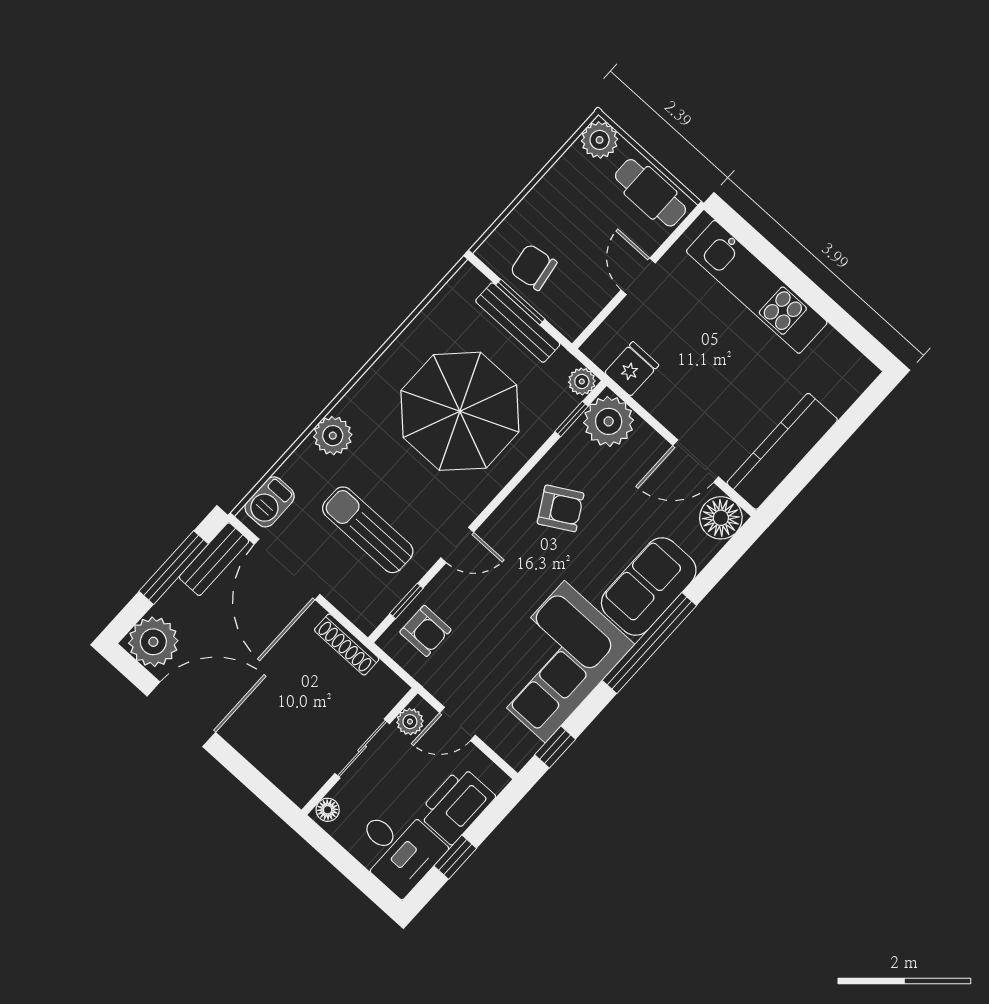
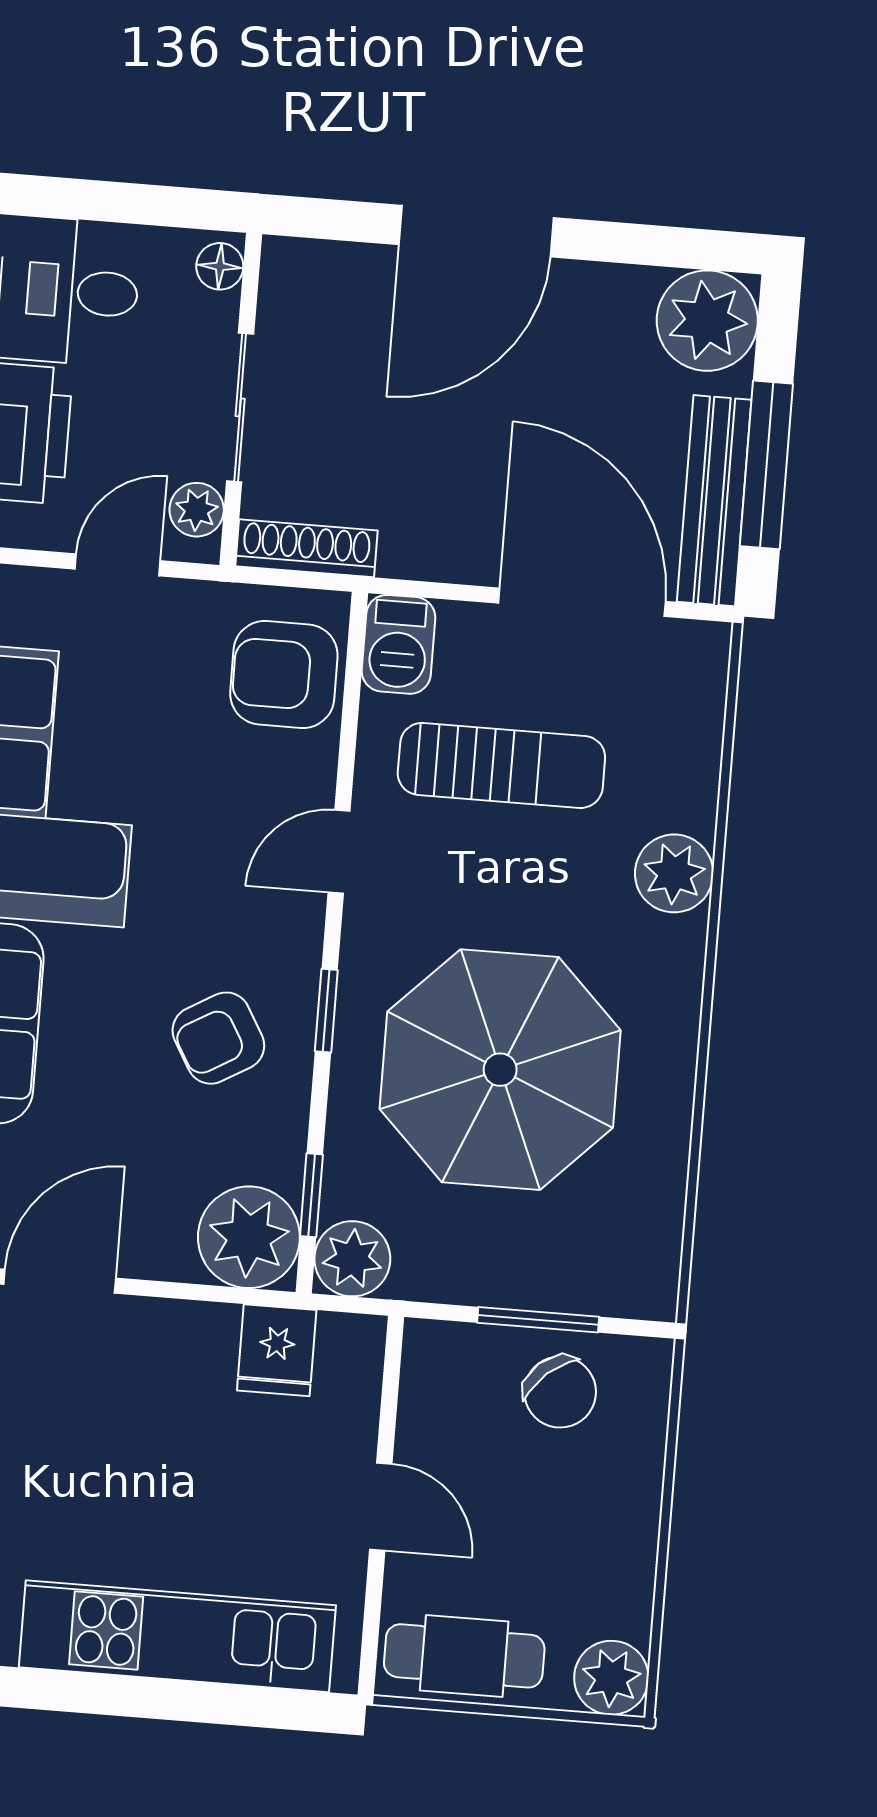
chair: (533, 267) -> (560, 1392), turned 58
bench: (518, 323) -> (517, 1284), removed
plant: (582, 381) -> (352, 1259), width x1.38, depth x1.38
barbecue: (270, 502) -> (398, 644), moved, turned 180
bench: (214, 559) -> (714, 501), width x1.36
window: (406, 601) -> (326, 1011), moved
armchair: (425, 631) -> (284, 674), width x1.38, depth x1.38
shoe rack: (347, 644) -> (306, 548), moved
door: (181, 714) -> (476, 231), moved

